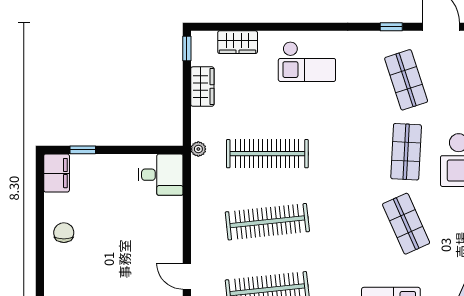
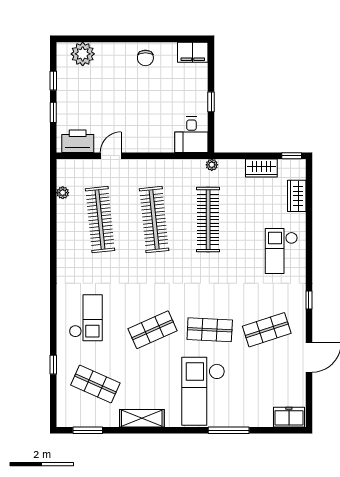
window: (391, 27) -> (309, 300), moved
window: (83, 150) -> (211, 102), moved
chair: (64, 233) -> (145, 58), turned 90

